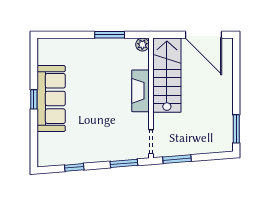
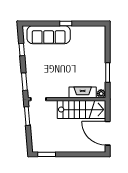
door: (203, 35) -> (108, 133), hinge flipped
fireplace: (140, 91) -> (83, 92), moved
sofa: (51, 98) -> (49, 35), moved

